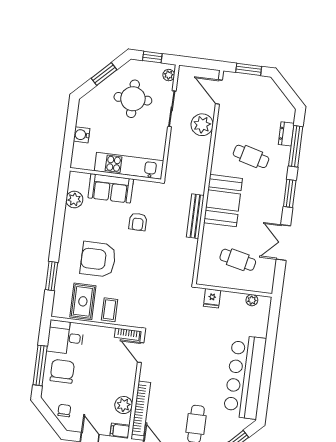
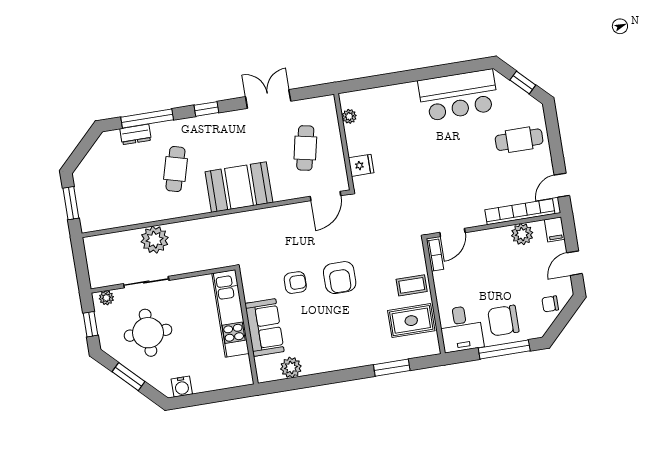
door: (219, 92) -> (325, 196), moved
water cooler: (82, 135) -> (182, 387), moved
window: (290, 193) -> (206, 109), width x0.67
bench: (195, 216) -> (268, 215), removed
double door: (283, 243) -> (268, 99), swing flipped
armchair: (98, 259) -> (340, 278), moved, width x0.73, depth x0.73
bar counter: (245, 377) -> (458, 95), width x0.73

